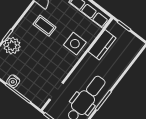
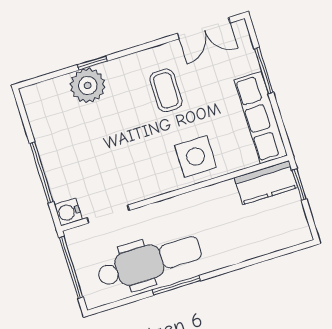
kitchen counter: (102, 45) -> (266, 183), moved
water cooler: (13, 81) -> (68, 212), moved

